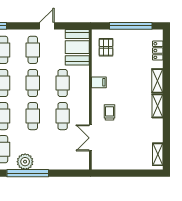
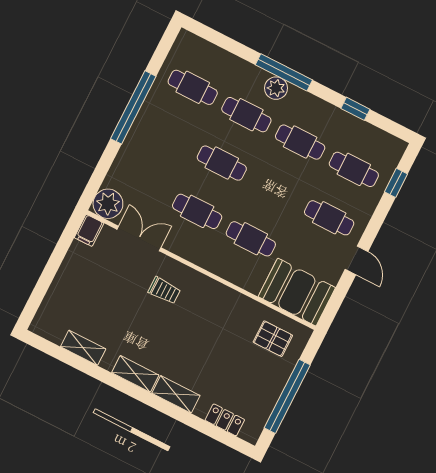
filing cabinet: (99, 82) -> (89, 230), moved
cafe table: (33, 83) -> (275, 190), removed
shelving: (158, 154) -> (83, 348), moved
plant: (25, 162) -> (108, 204), moved

